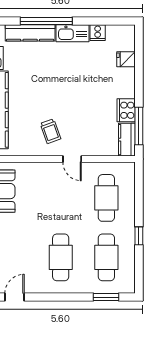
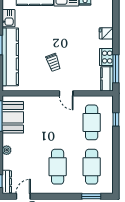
fridge: (126, 59) -> (106, 33), moved
trolley: (51, 131) -> (53, 62), moved
window: (139, 236) -> (116, 119), moved

